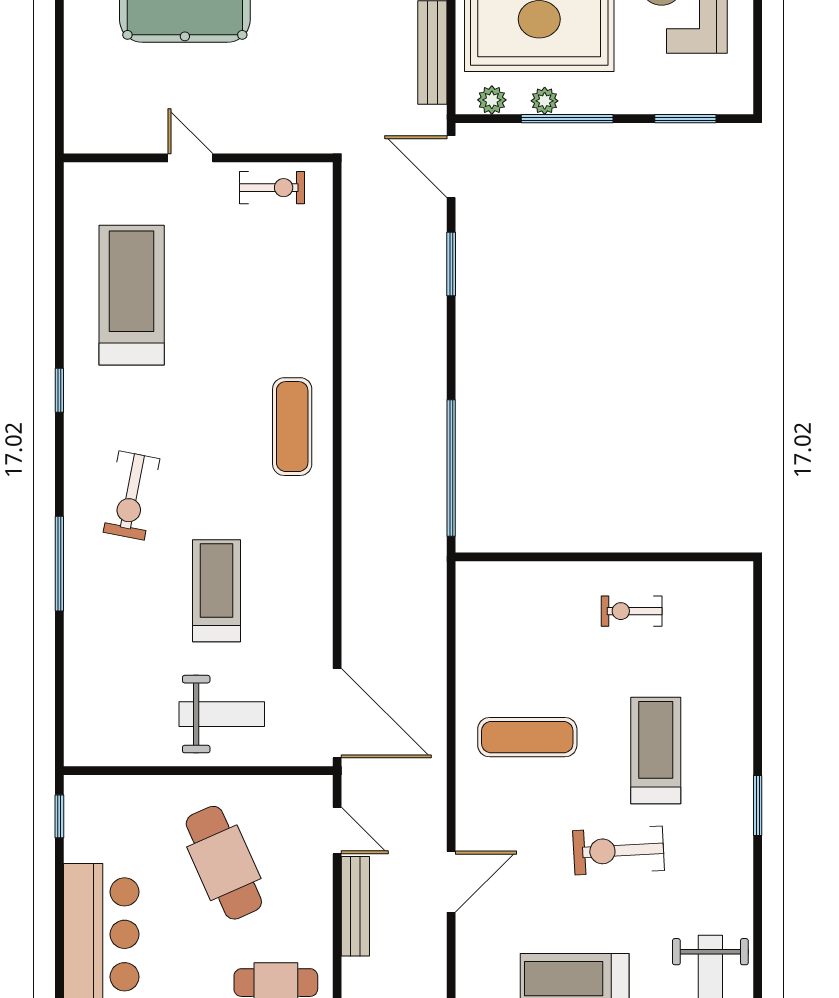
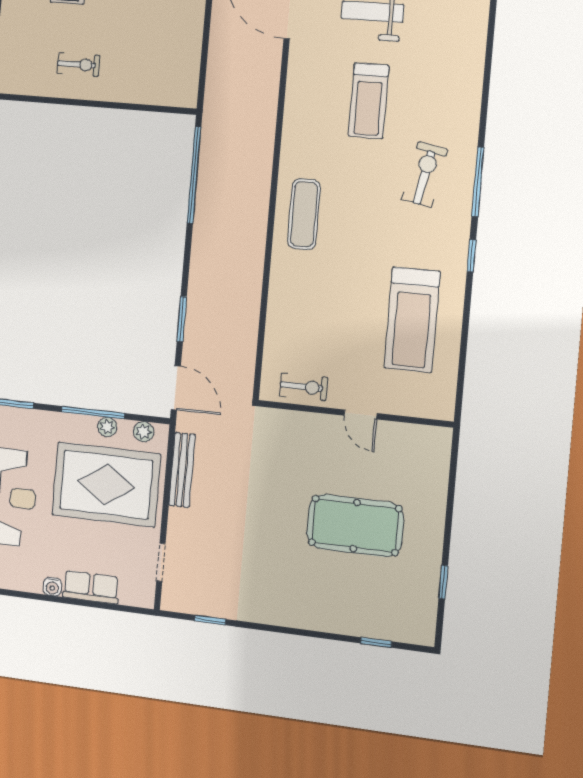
exercise bike: (272, 188) -> (304, 387), turned 180
window: (59, 564) -> (478, 182), moved

